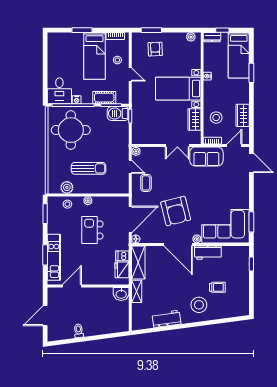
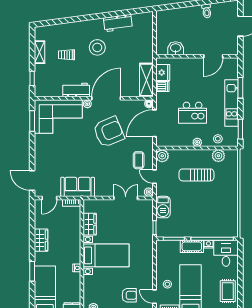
armchair: (155, 49) -> (129, 295), turned -88
rug: (58, 53) -> (228, 291), added
door: (130, 74) -> (154, 297), moved
cot: (104, 98) -> (192, 246), moved
barbecue: (118, 113) -> (163, 207), moved, turned 90
wardrobe: (243, 115) -> (41, 240), moved
stool: (216, 118) -> (68, 226), removed
round table: (71, 130) -> (214, 214), removed
double door: (177, 146) -> (126, 198), moved
plant: (123, 187) -> (162, 156), added
armchair: (176, 211) -> (109, 132), turned 81
kitchen island: (92, 230) -> (193, 113), turned 90
door: (178, 244) -> (106, 98), hinge flipped
kitchen unit: (54, 257) -> (232, 103), moved
shelving: (137, 291) -> (40, 52), moved
washbasin: (121, 294) -> (176, 48), moved
stool: (199, 305) -> (97, 47), moved

